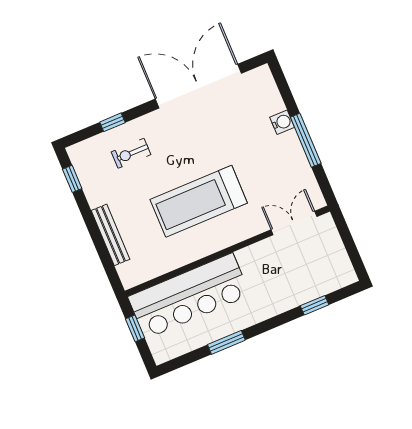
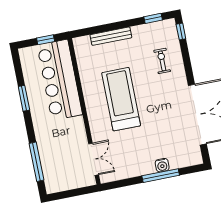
window: (112, 122) -> (181, 32), moved
window: (306, 140) -> (161, 176), moved
window: (315, 305) -> (36, 162), width x2.17

